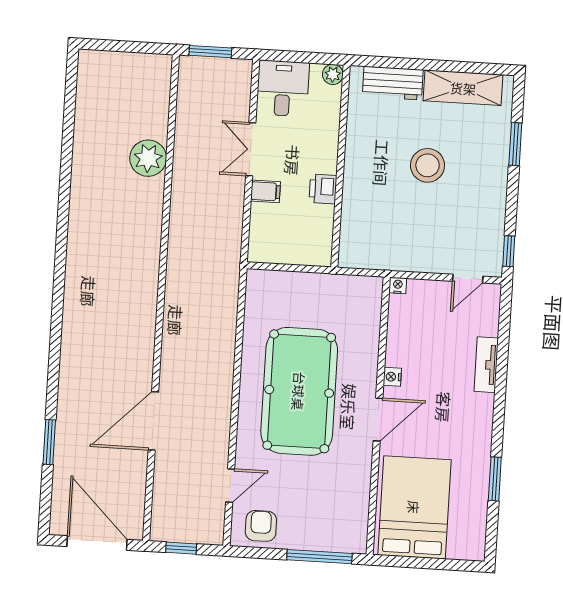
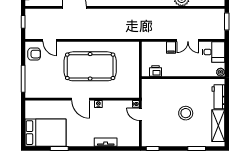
double door: (251, 149) -> (188, 40), swing flipped
printer: (323, 189) -> (156, 71), moved
door: (468, 279) -> (140, 114), moved
bed: (414, 507) -> (46, 133), moved

